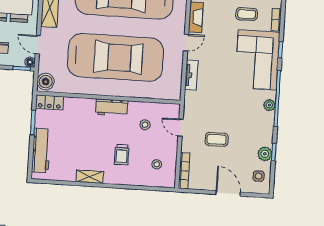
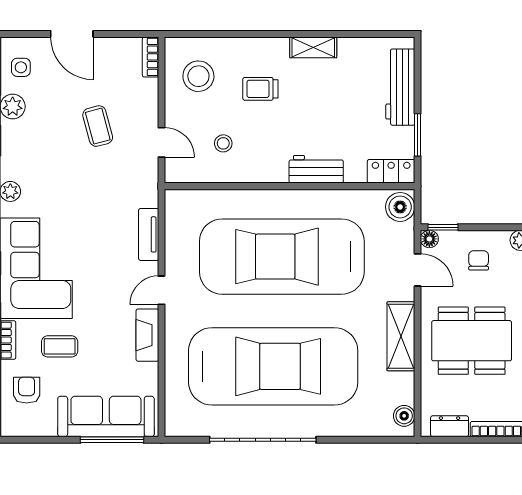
workbench: (112, 108) -> (316, 169), moved
coffee table: (217, 139) -> (98, 126), turned 75
trolley: (122, 155) -> (260, 89), turned -90
stool: (157, 164) -> (198, 76), width x1.89, depth x1.89
bookcase: (184, 171) -> (151, 57), width x0.64

